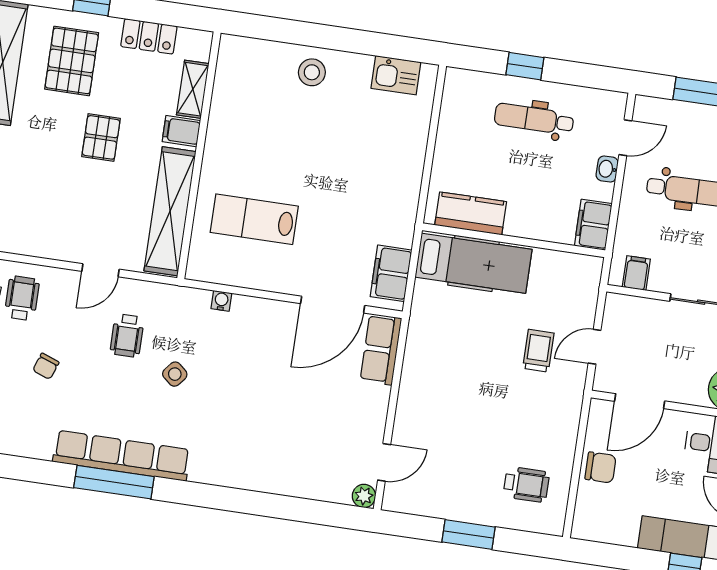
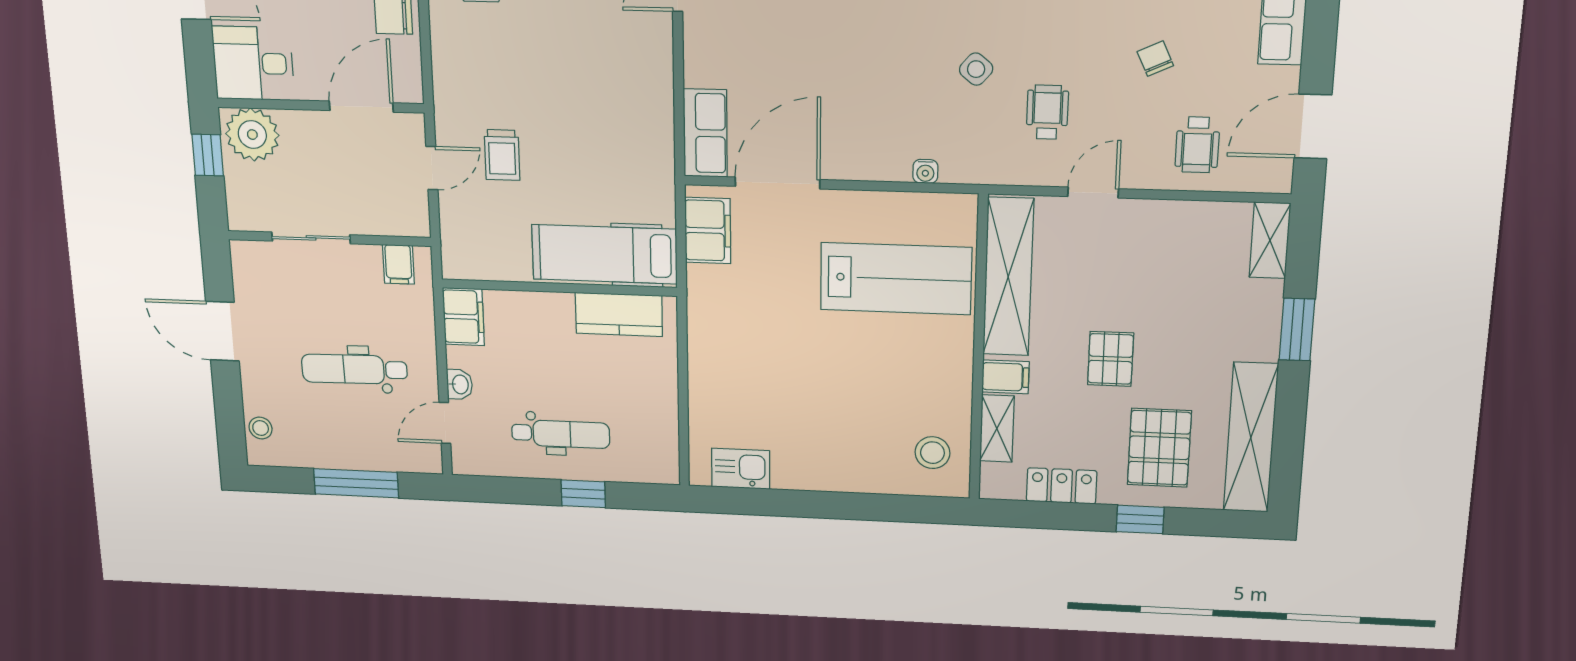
stool: (312, 72) -> (932, 453), moved
lab bench: (254, 219) -> (896, 279), width x1.36, depth x1.39
chair: (46, 366) -> (1155, 59), turned -45

